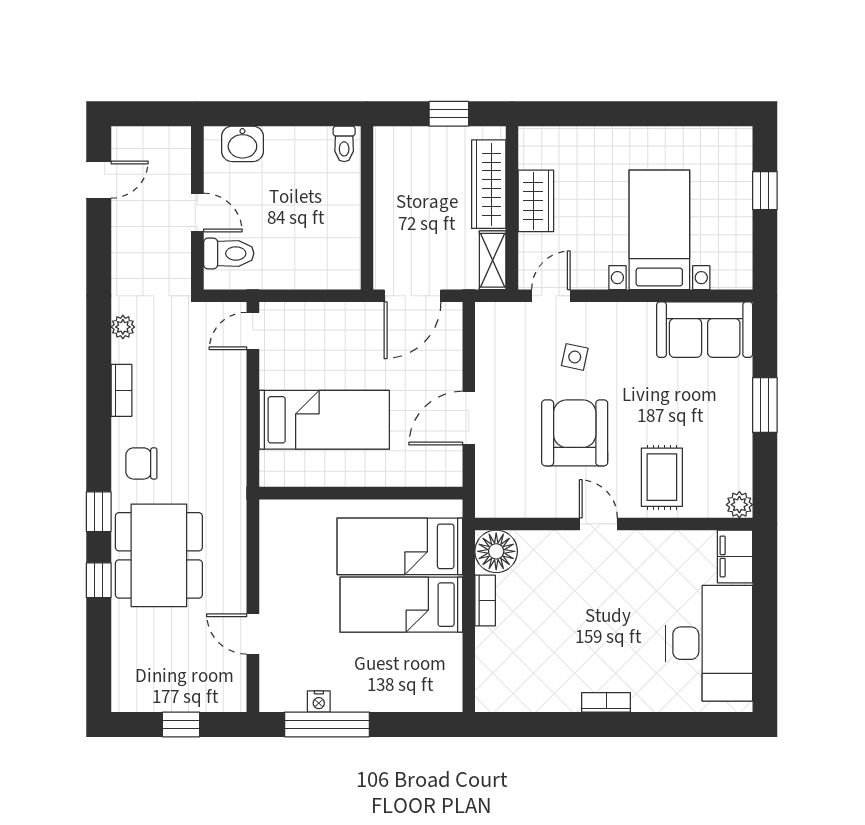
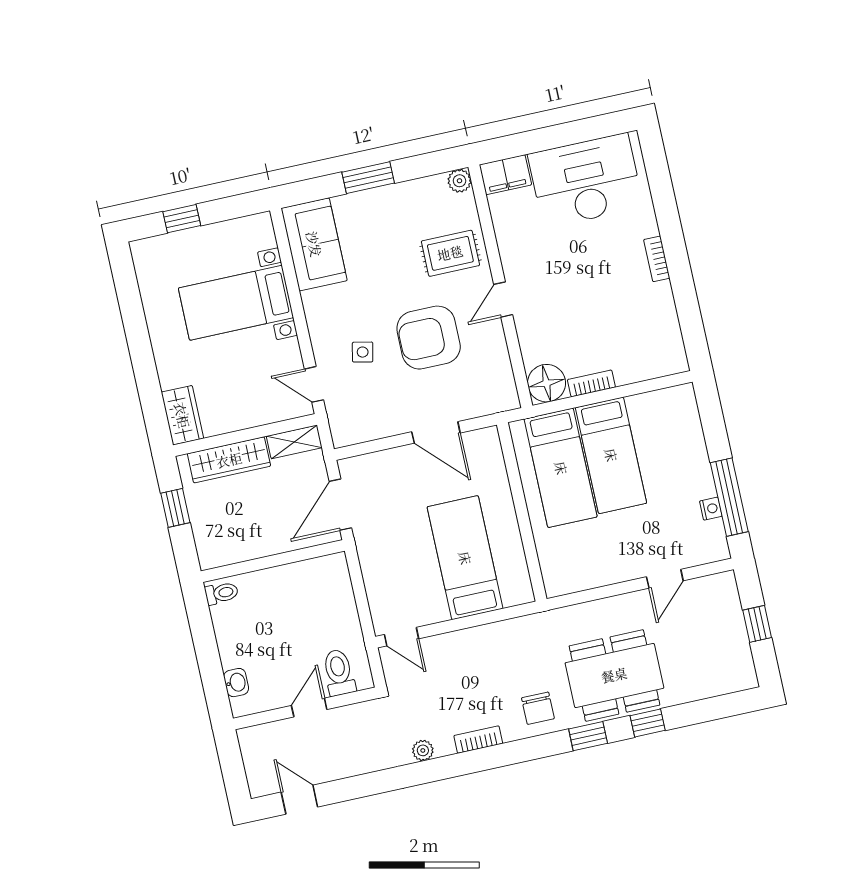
washbasin: (242, 144) -> (236, 683), width x0.72, depth x0.69
wardrobe: (536, 201) -> (182, 415), moved, turned 90
door: (413, 296) -> (340, 505), swing flipped

